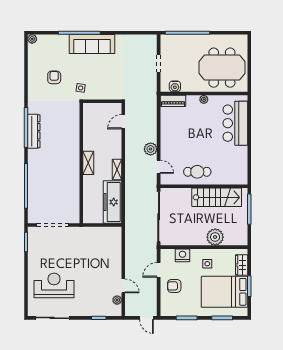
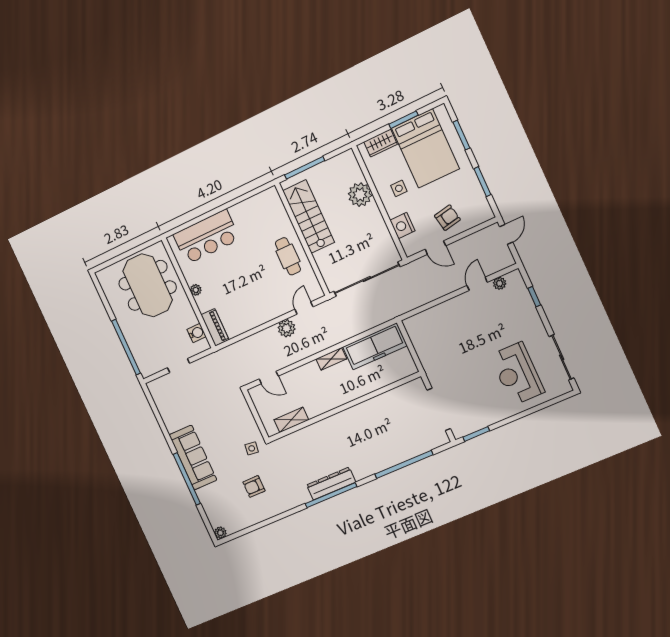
shelving: (88, 163) -> (291, 420), moved
armchair: (174, 286) -> (447, 218), turned -101

